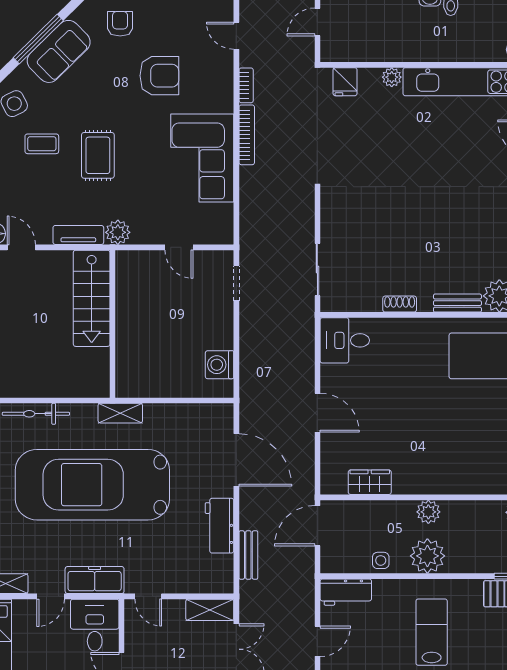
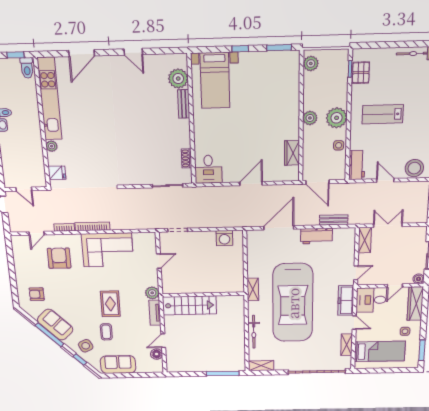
armchair: (159, 76) -> (59, 258), moved
rug: (98, 155) -> (110, 304), turned 90
shoe rack: (400, 304) -> (187, 158), moved

